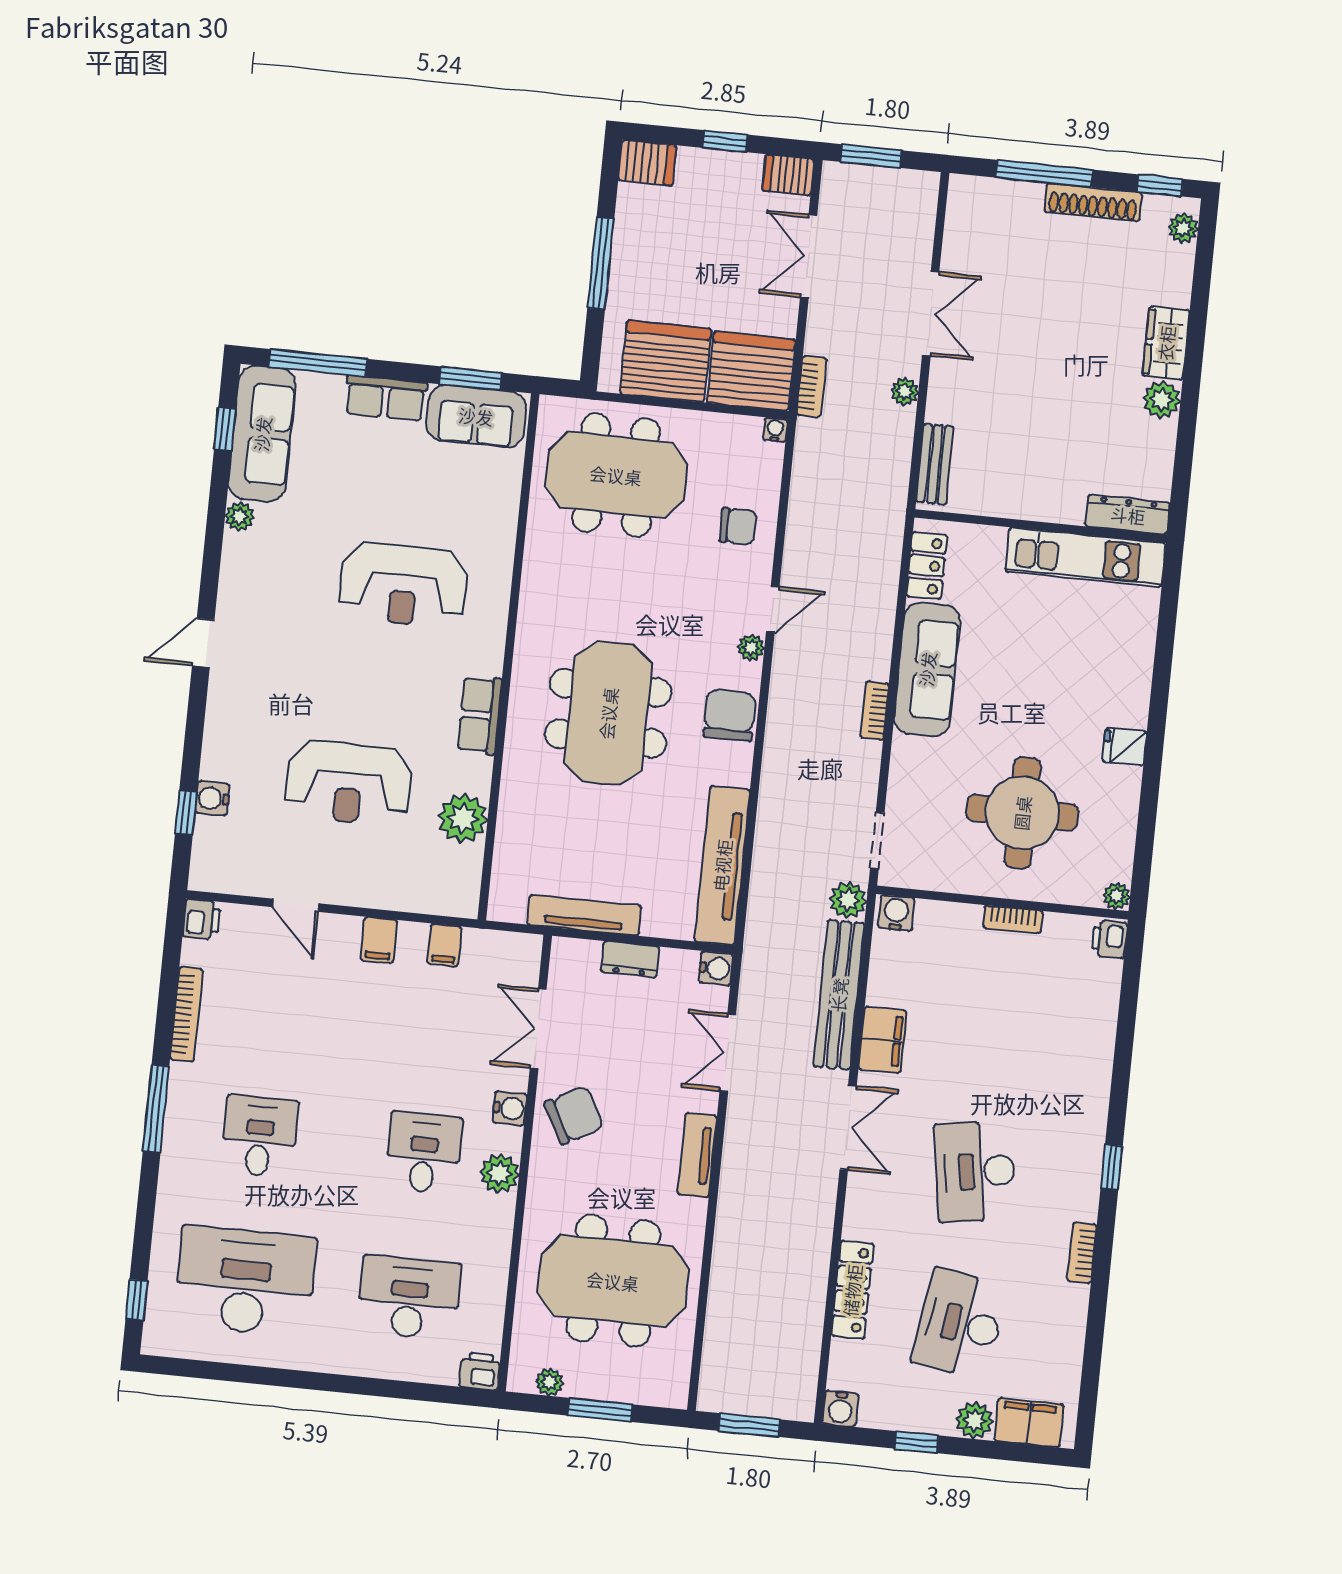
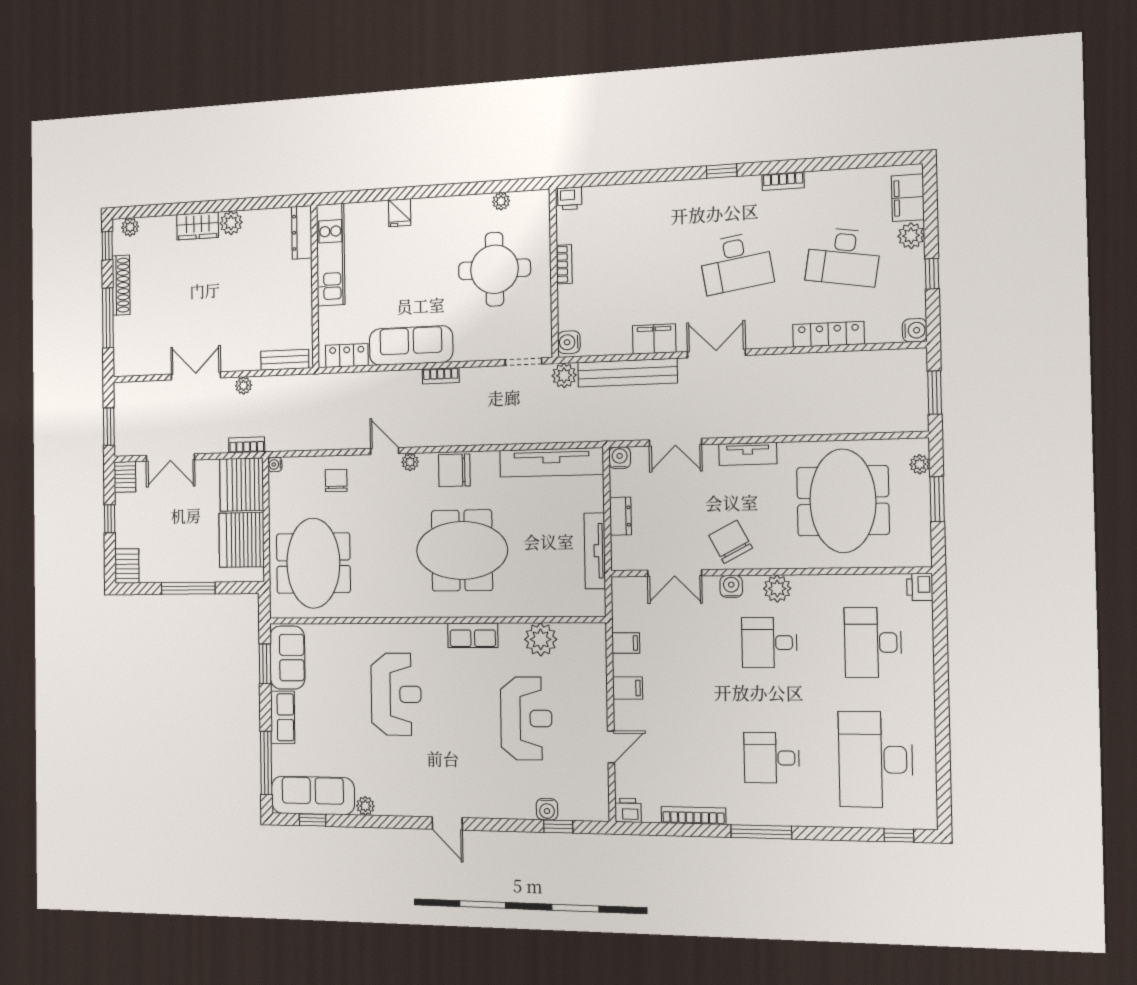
fridge: (1125, 747) -> (400, 213), moved
plant: (1117, 896) -> (501, 201), moved
plant: (550, 1382) -> (920, 464), moved

